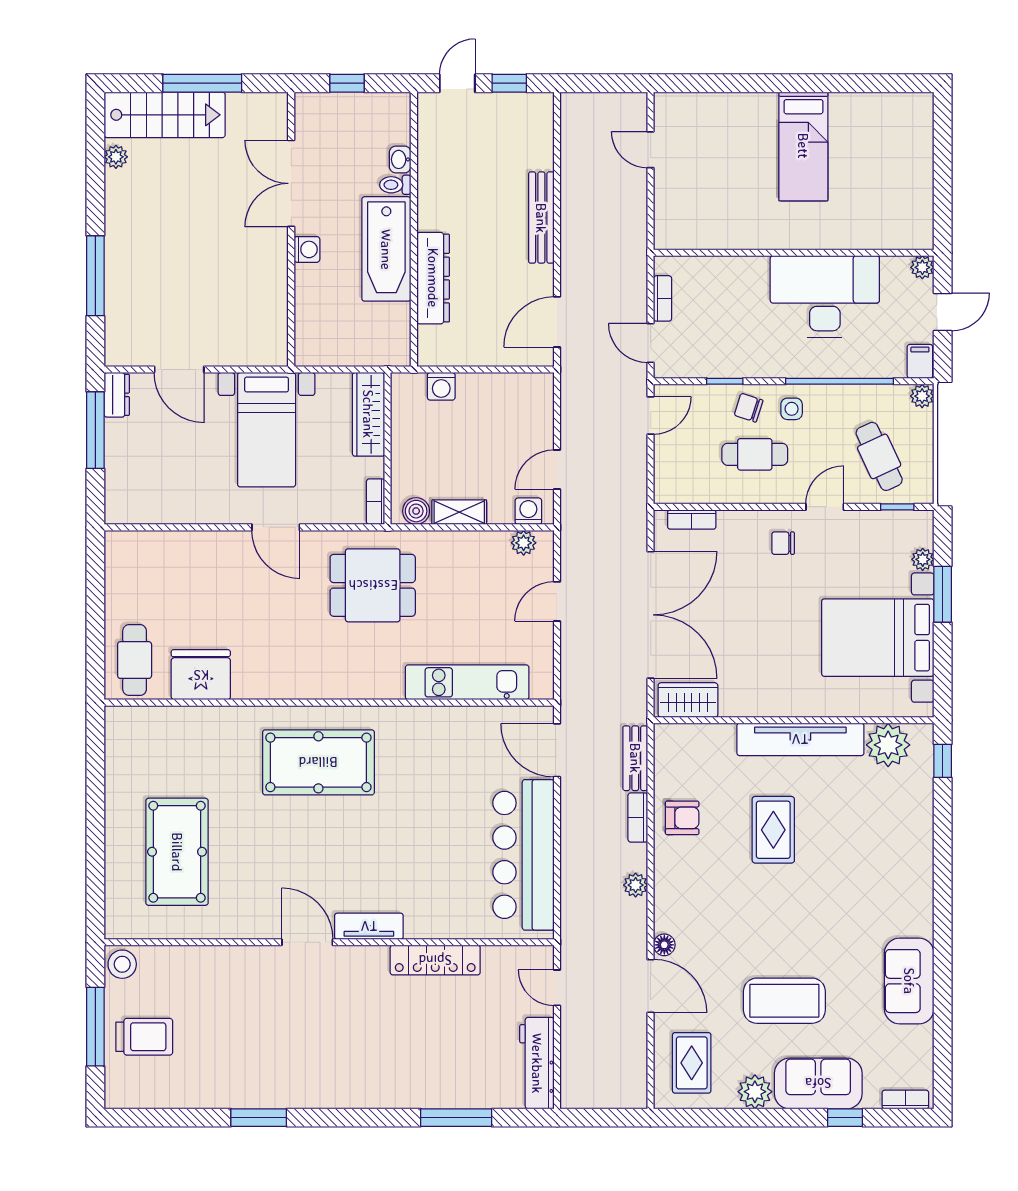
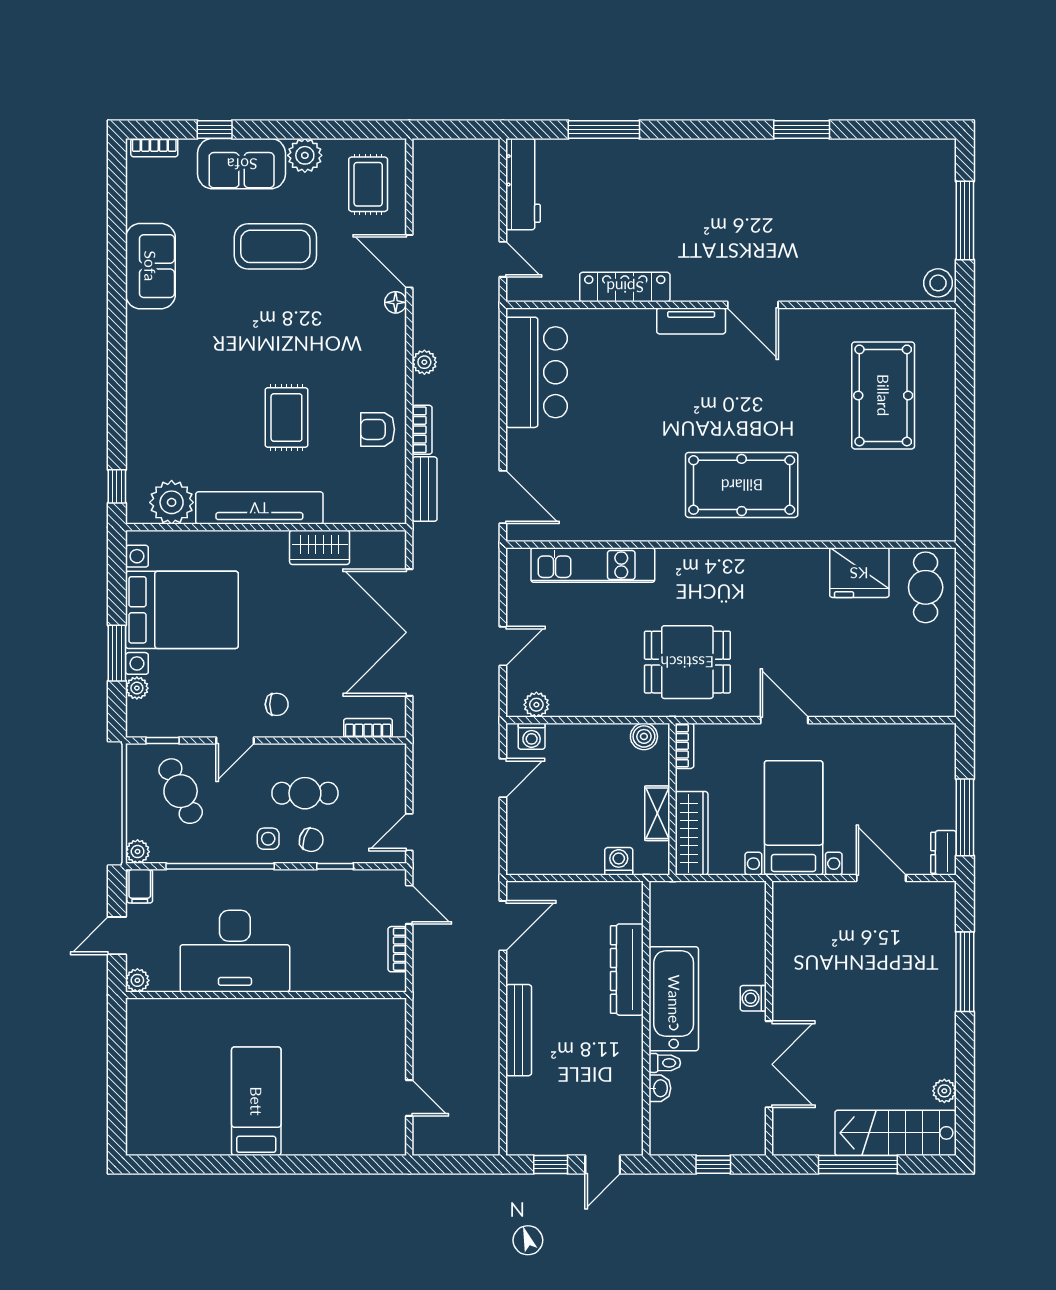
shelving: (459, 512) -> (657, 813), moved, turned 90
wardrobe: (688, 700) -> (320, 547), moved
bar counter: (523, 855) -> (536, 372), width x0.73
trolley: (144, 1037) -> (916, 210), removed

